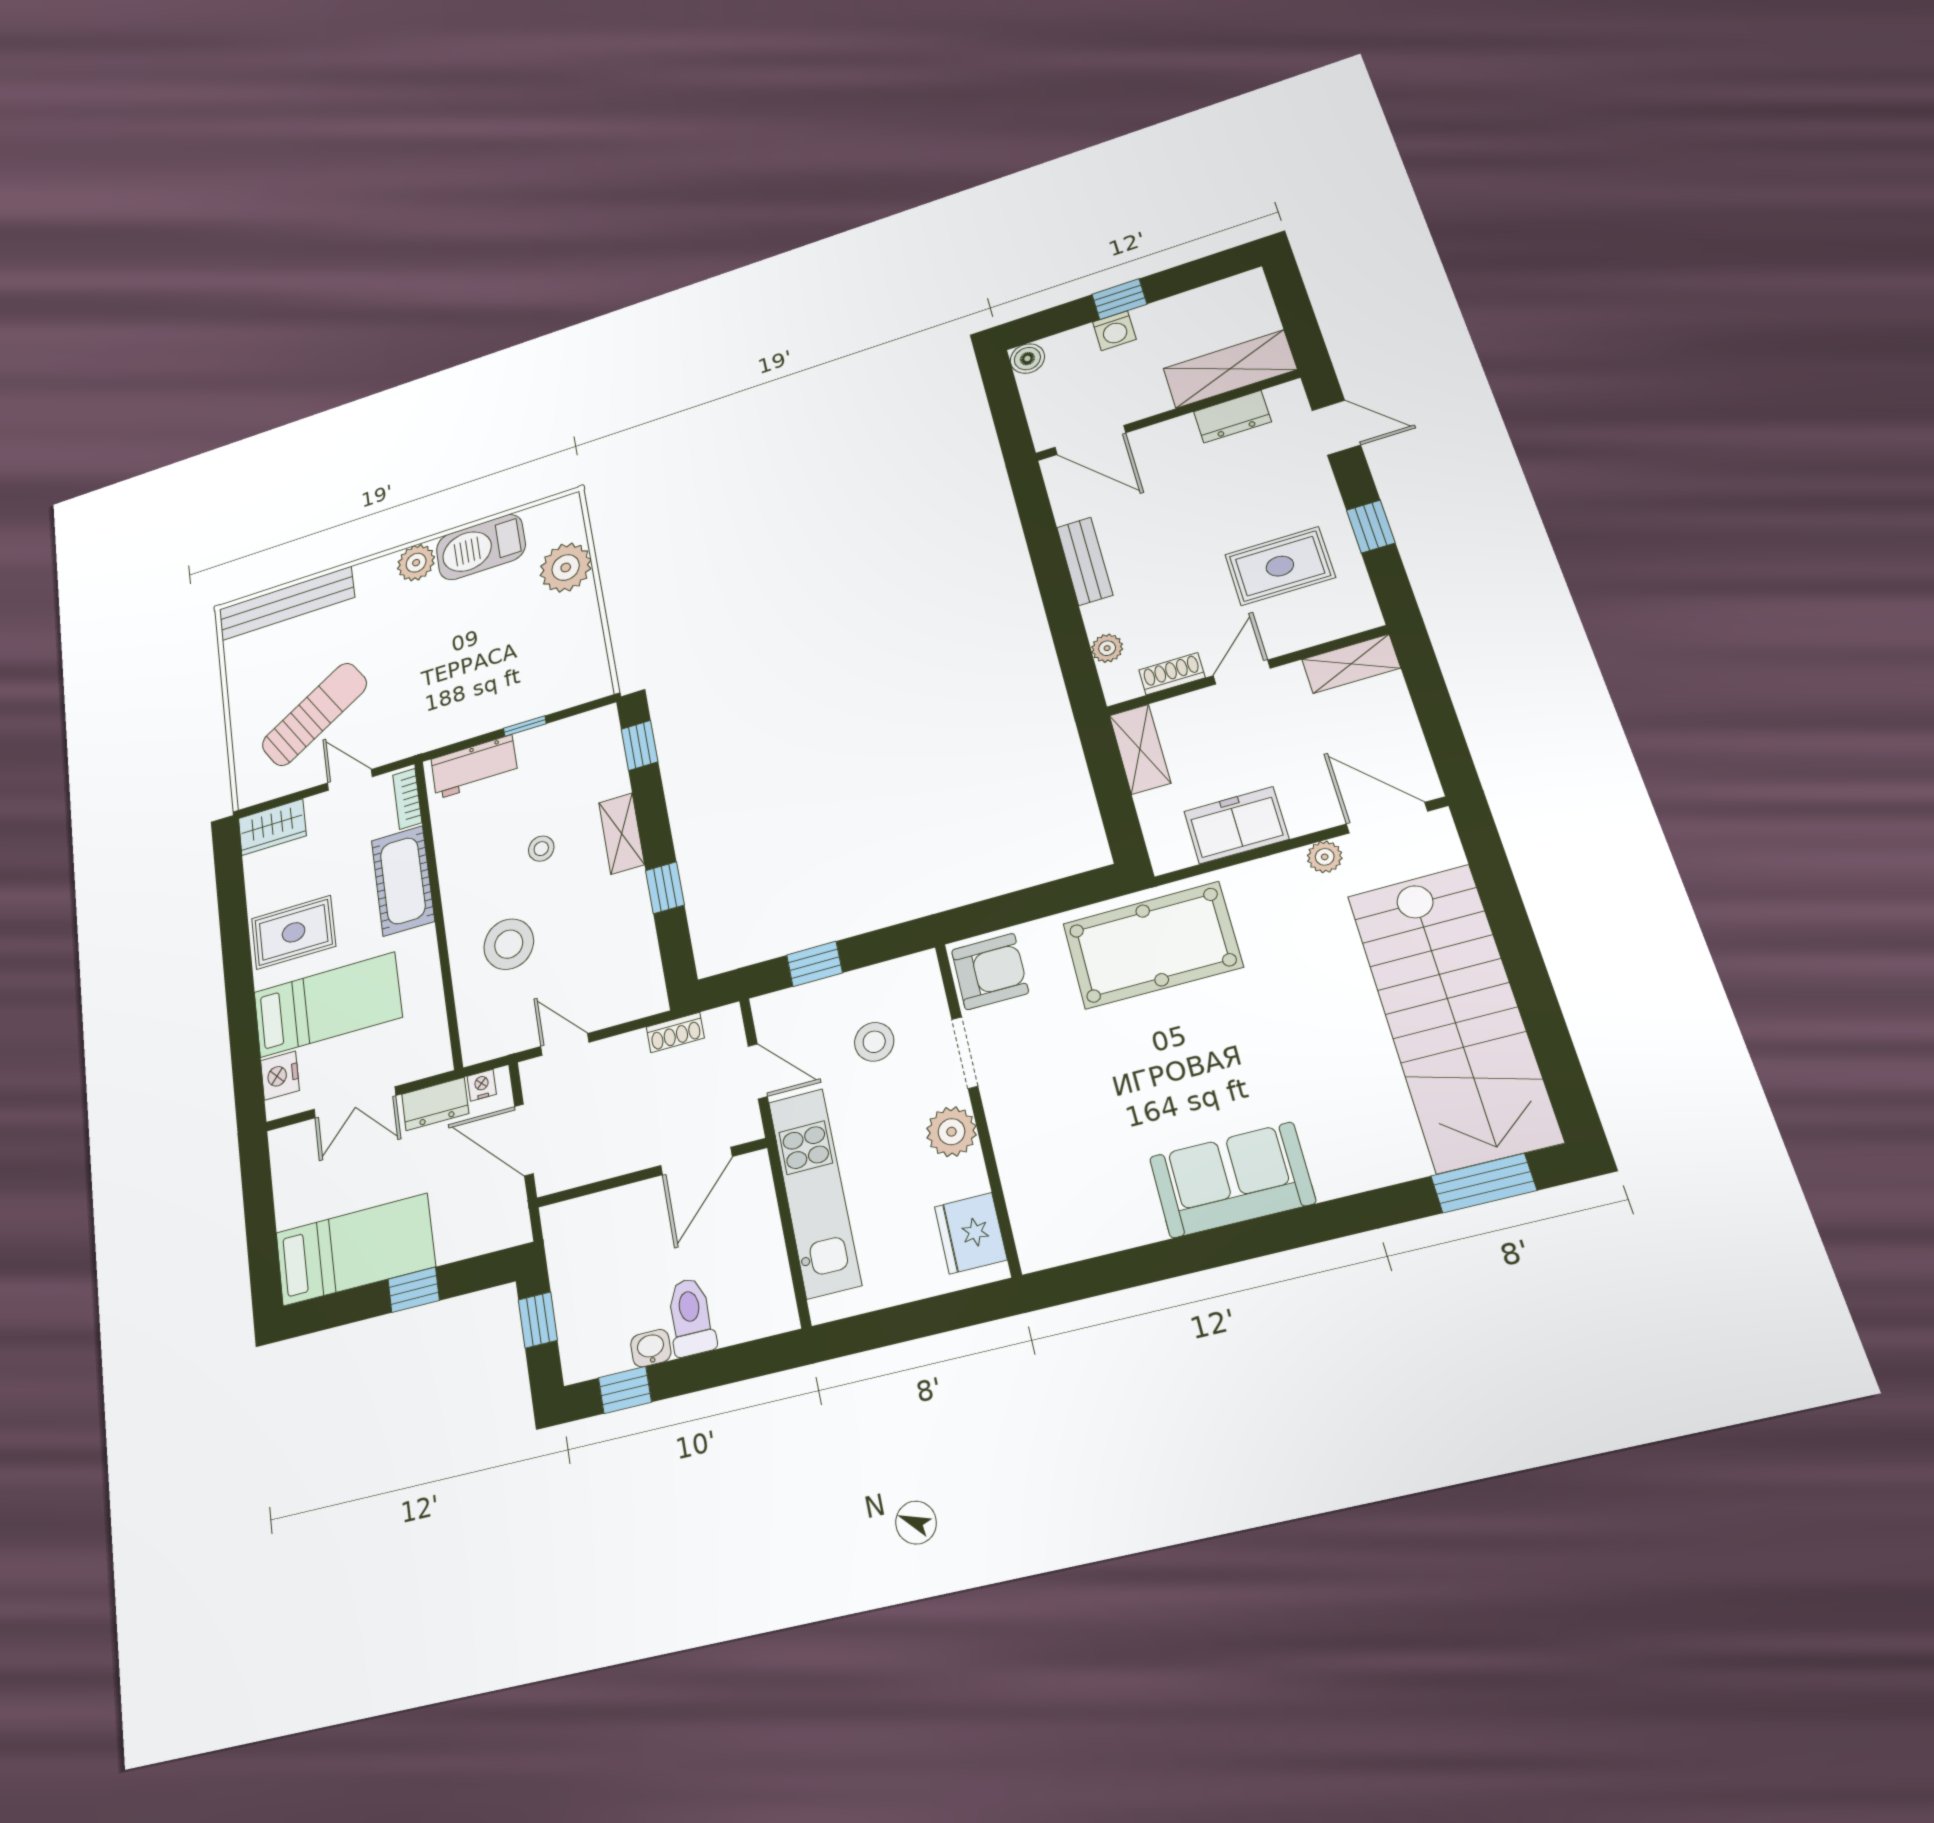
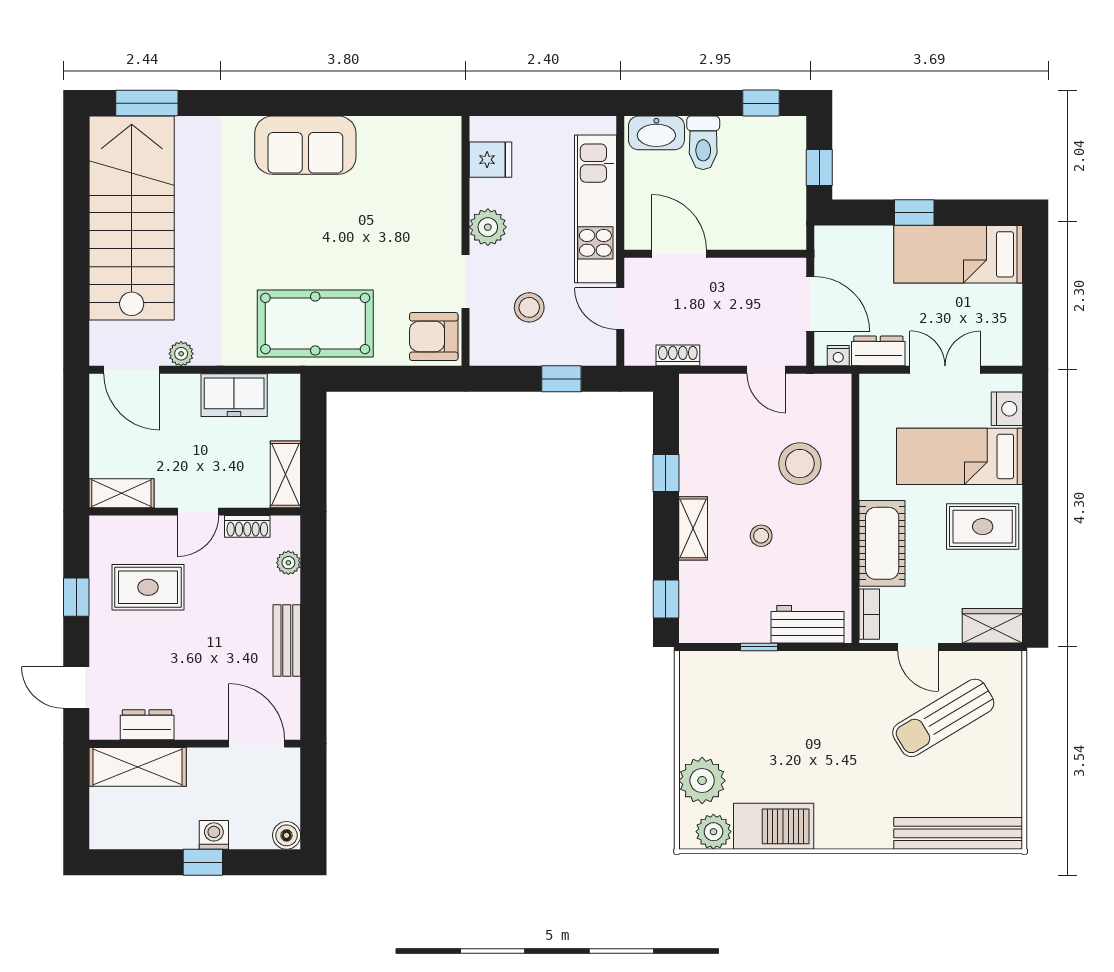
plant: (416, 563) -> (713, 832), moved
door: (696, 1161) -> (679, 254), hinge flipped
fridge: (971, 1233) -> (490, 160), width x0.72
washbasin: (651, 1348) -> (656, 133), moved, width x1.91, depth x1.45

